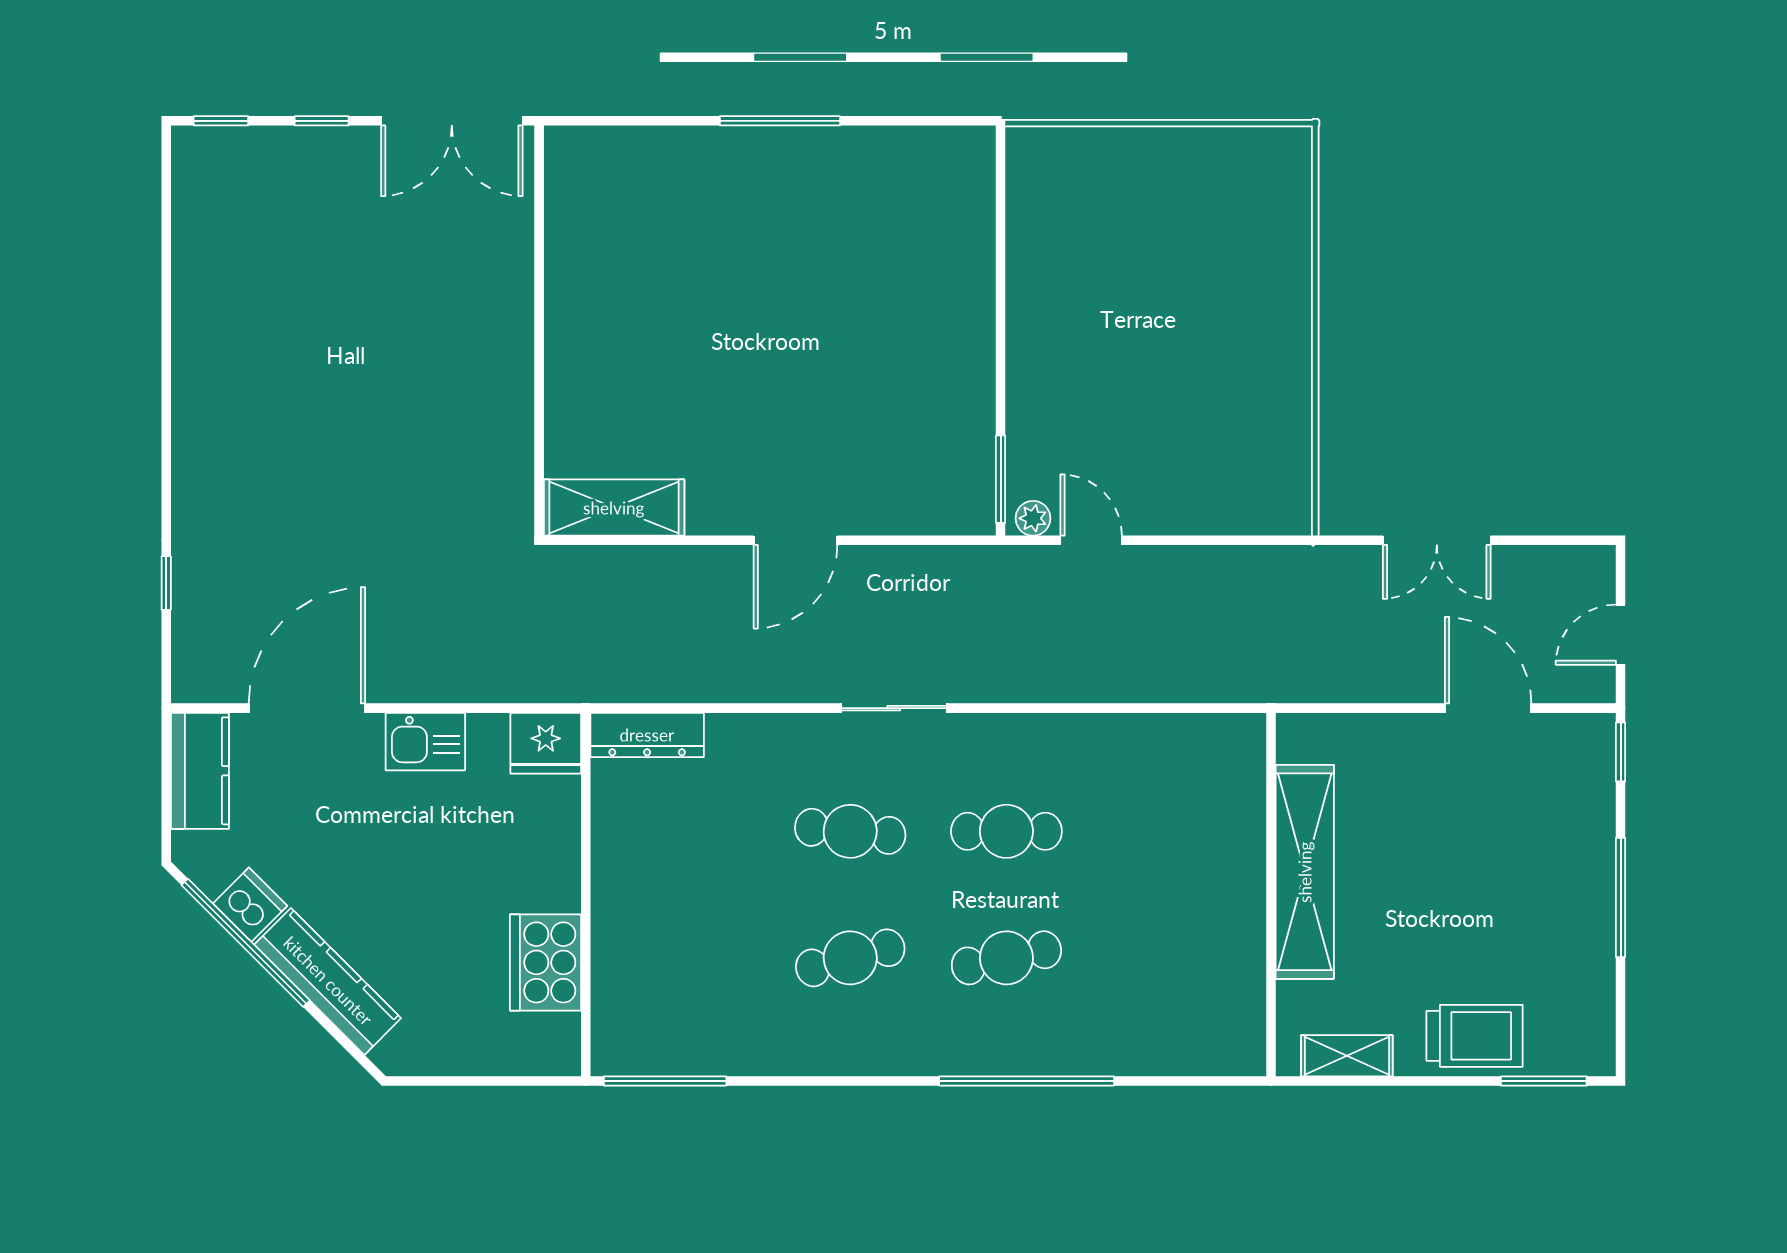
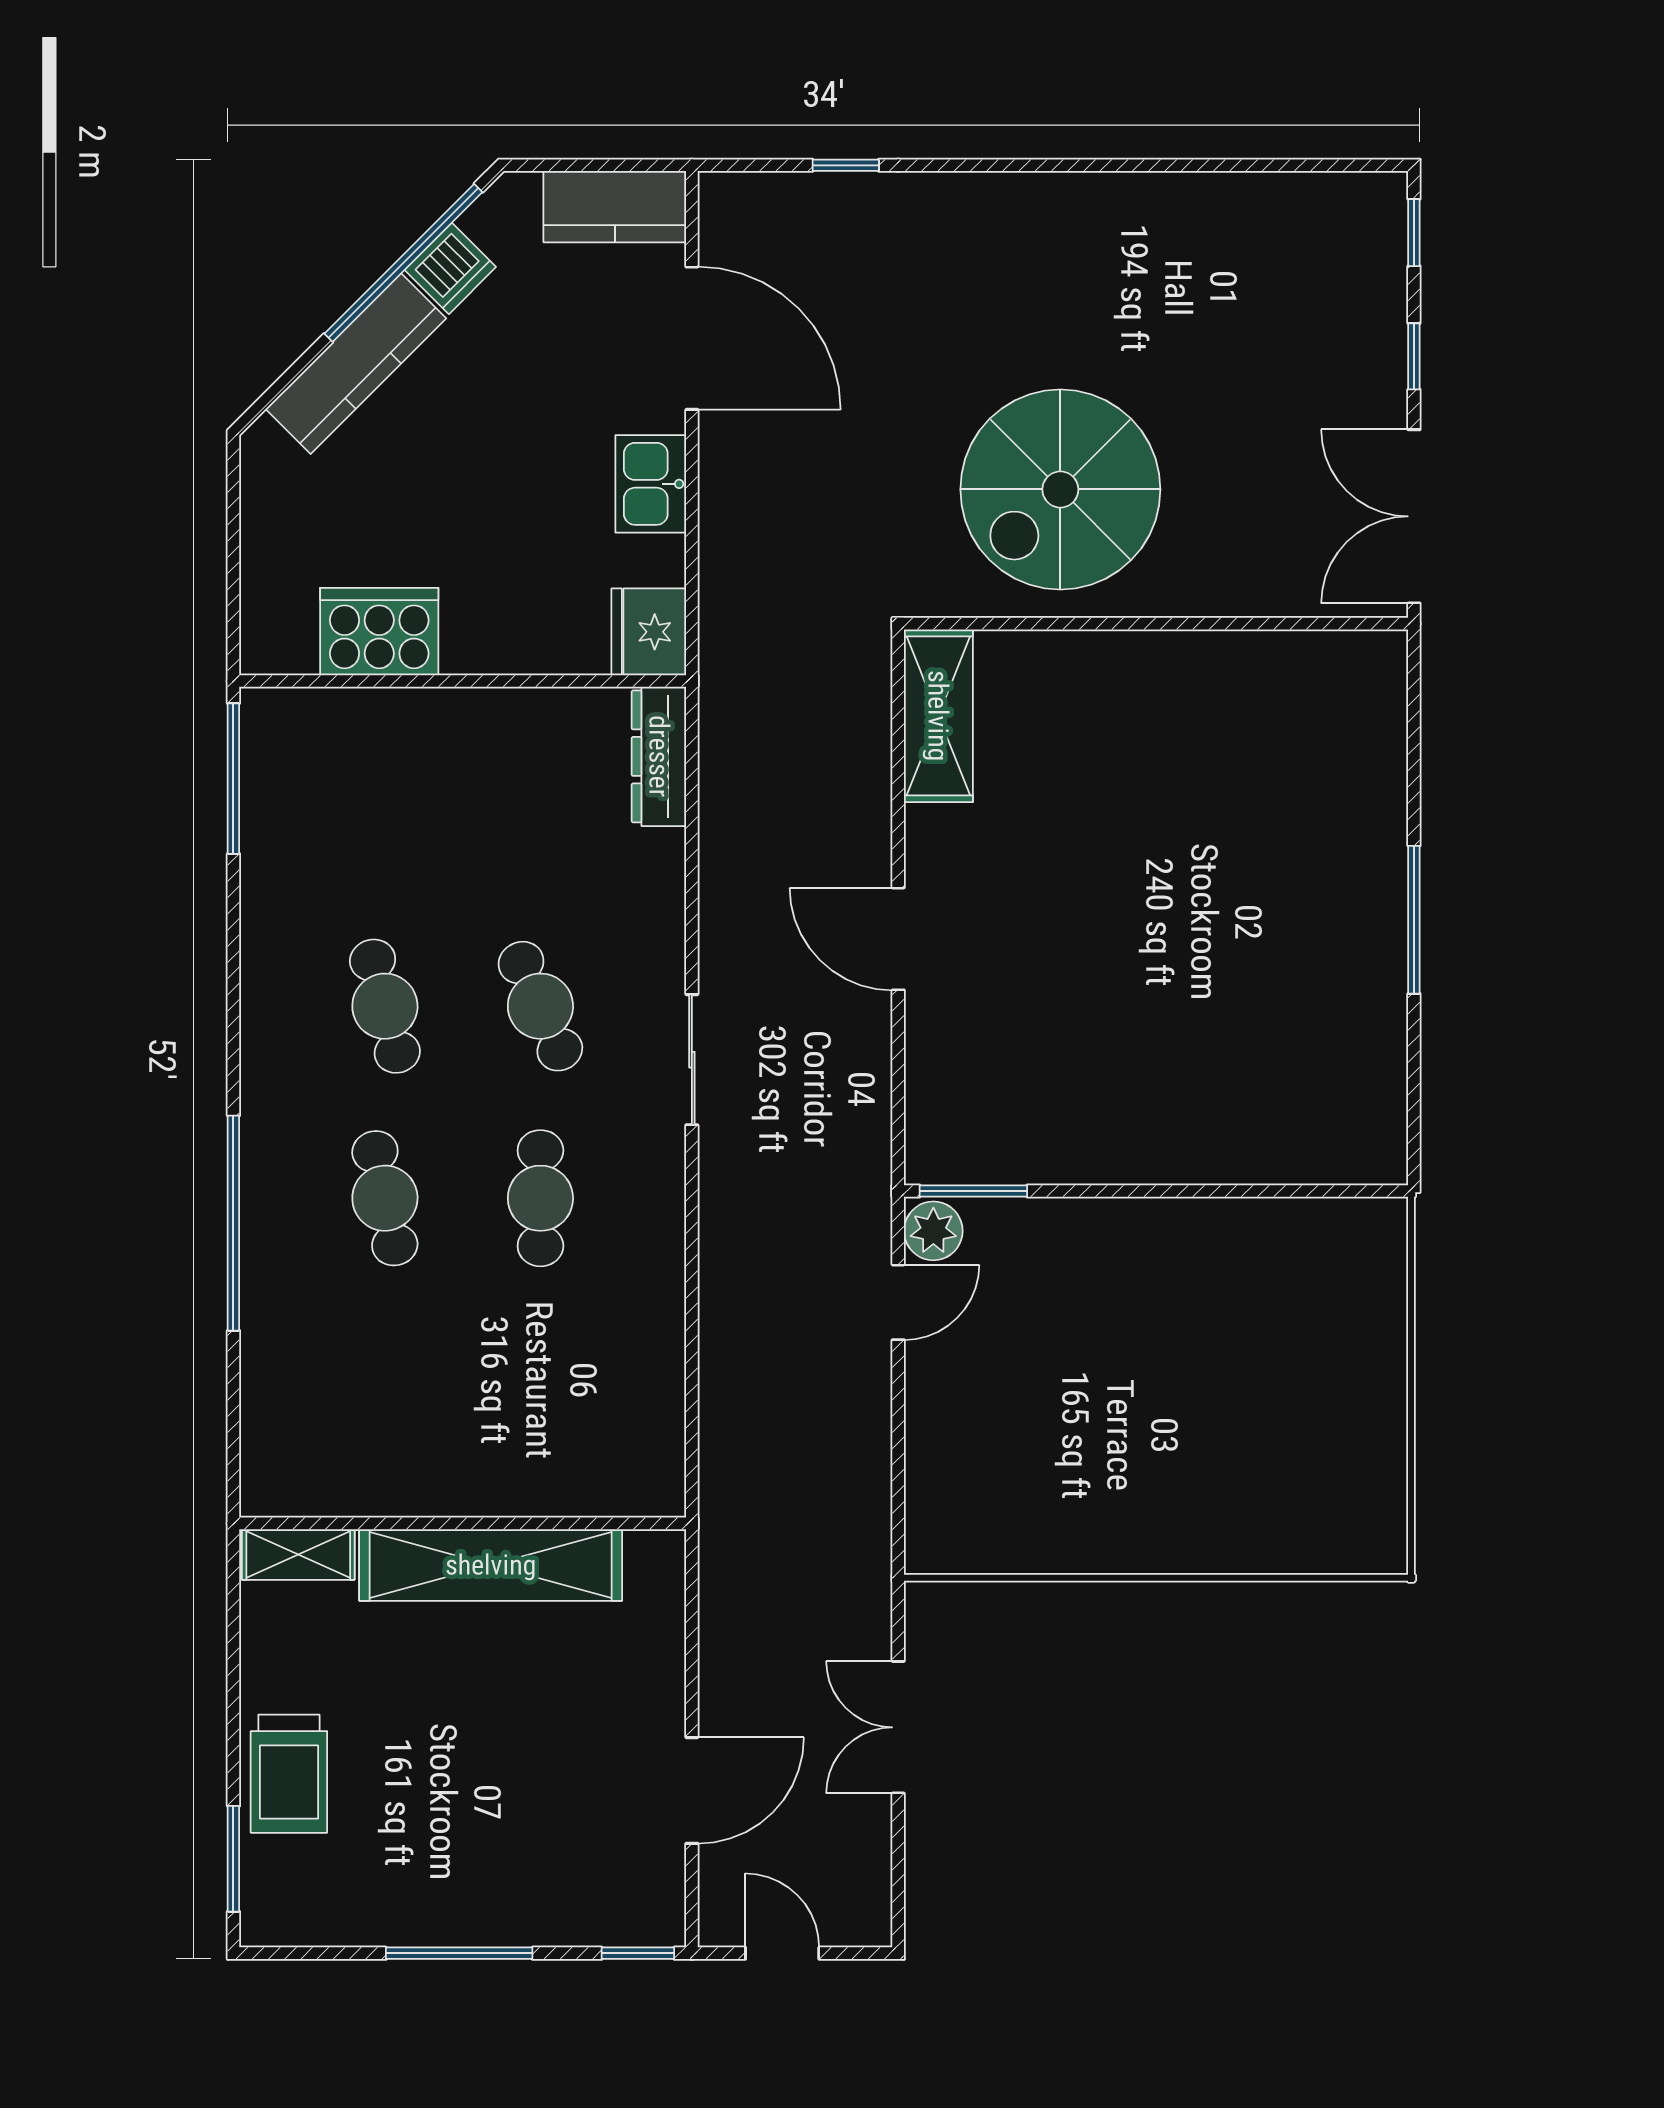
spiral stairs: (430, 408) -> (1060, 489), added
plant: (1033, 518) -> (933, 1231), width x1.38, depth x1.38
cafe table: (850, 831) -> (540, 1006), turned -30
shelving: (1347, 1056) -> (298, 1554), moved, turned 90

